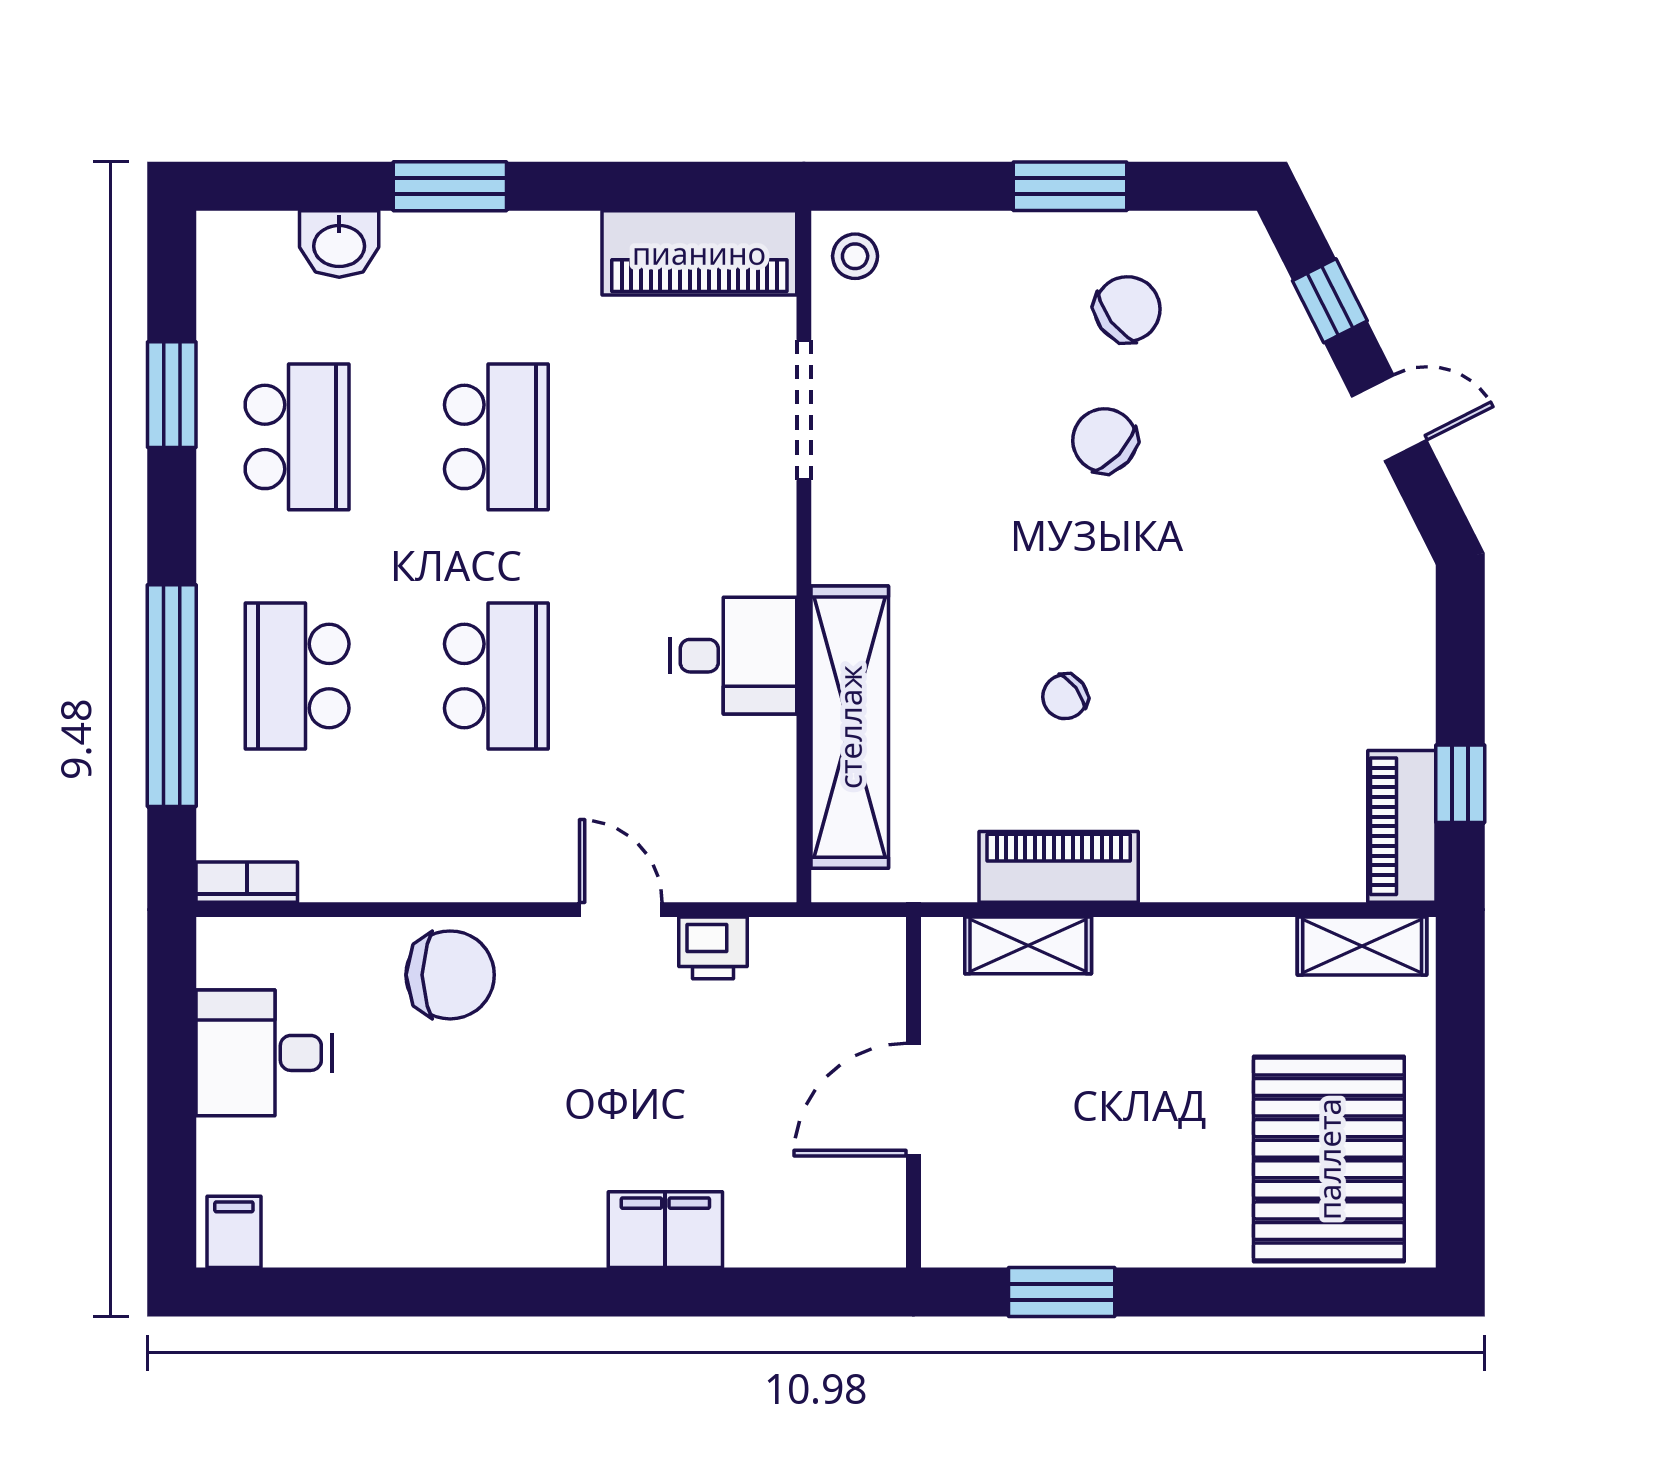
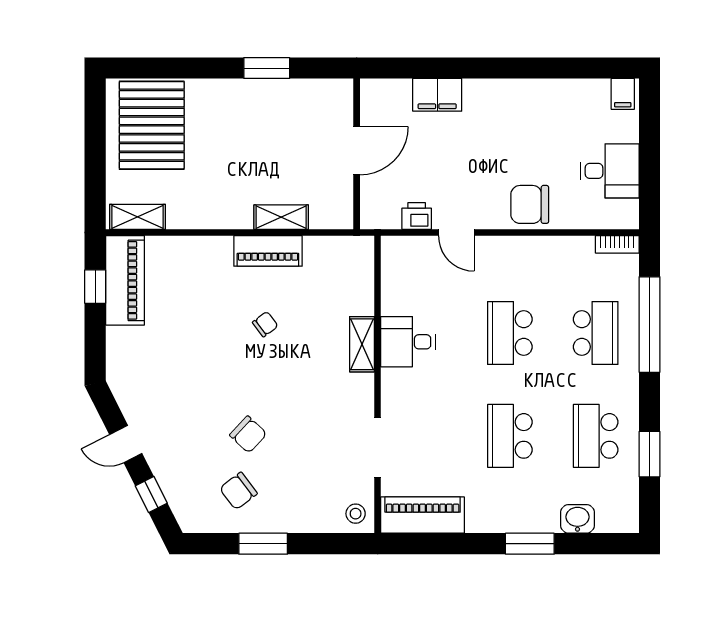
shelving: (850, 727) -> (362, 344), width x0.45, depth x0.75
piano: (1402, 826) -> (125, 280), width x1.37, depth x1.33
wall: (913, 1092) -> (357, 154), moved
door: (913, 1100) -> (357, 151), moved

